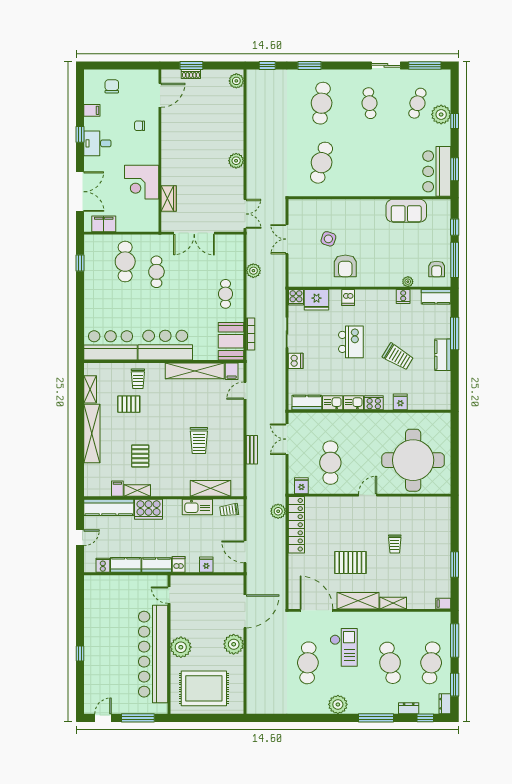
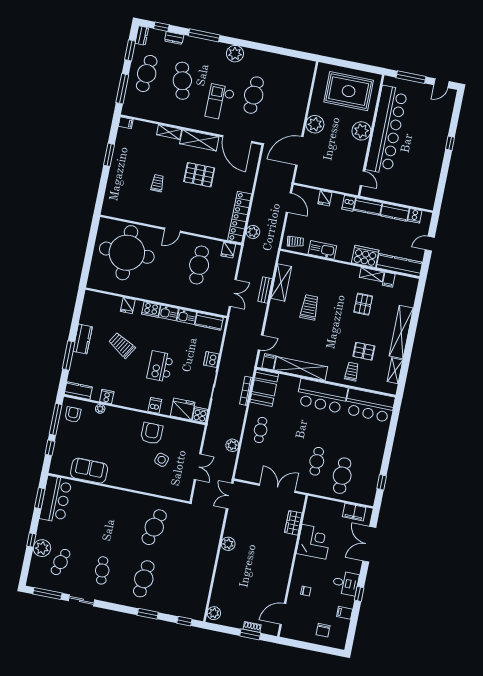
shelving: (210, 488) -> (281, 282), moved, turned 90

